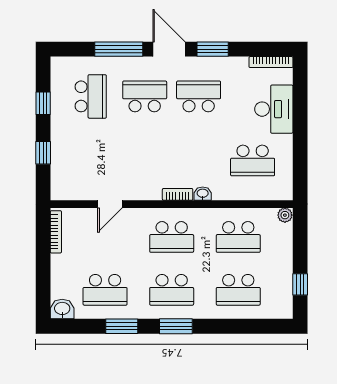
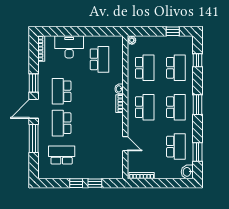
window: (43, 103) -> (76, 183), moved
window: (122, 326) -> (197, 152), moved
window: (251, 326) -> (197, 60), added

